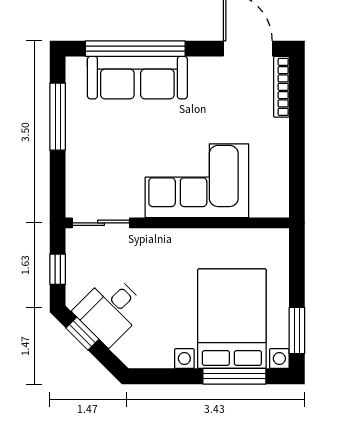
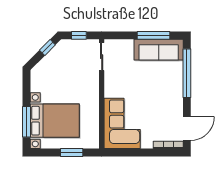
sofa: (137, 78) -> (159, 50), moved, turned -90
corner sofa: (197, 181) -> (122, 123), moved
desk: (110, 310) -> (59, 61), removed
window: (297, 331) -> (72, 152), moved

